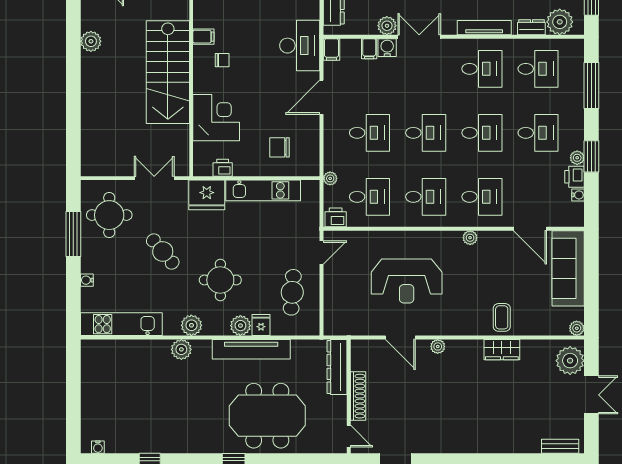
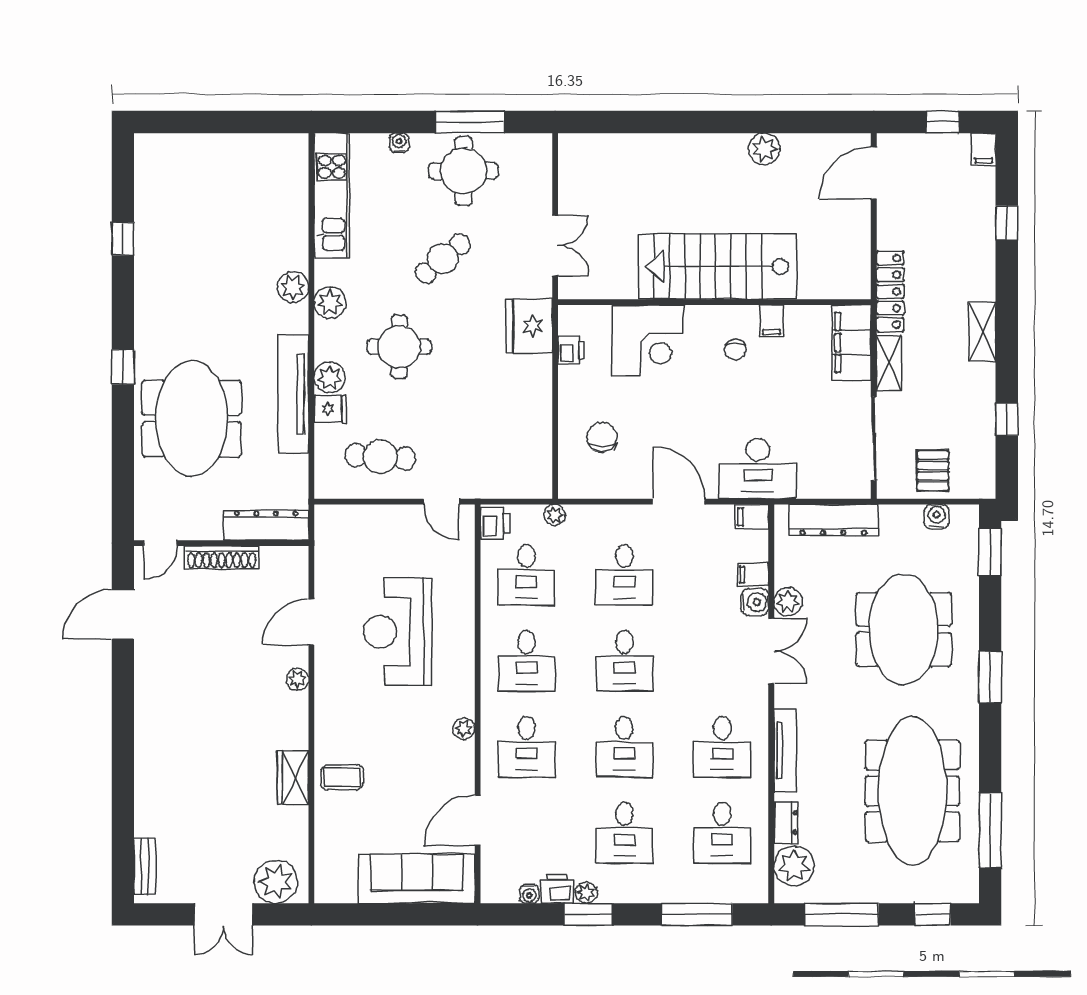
kitchen unit: (263, 190) -> (536, 412), removed
round table: (109, 215) -> (464, 171), moved
plant: (577, 328) -> (325, 892), removed
water cooler: (98, 447) -> (144, 160), removed

